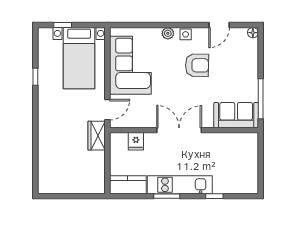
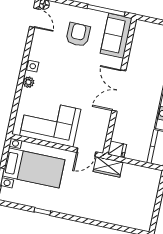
door: (219, 25) -> (34, 18), moved
armchair: (197, 65) -> (78, 35), moved
door: (107, 110) -> (86, 152), swing flipped
fridge: (136, 141) -> (117, 149), moved

